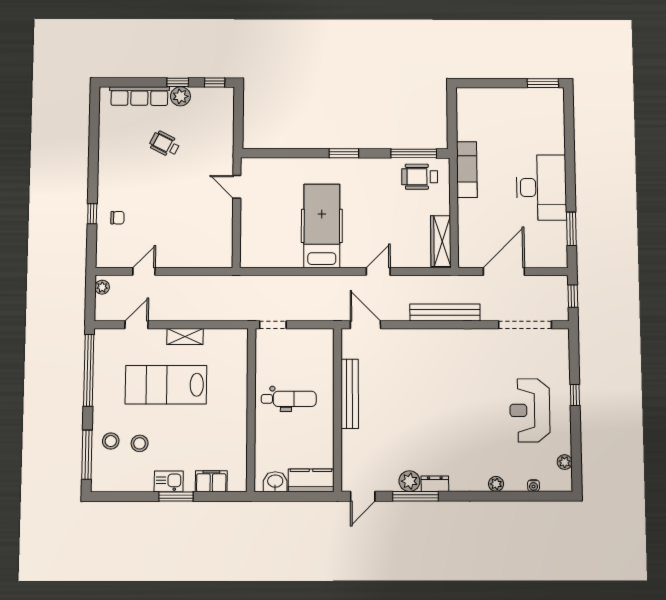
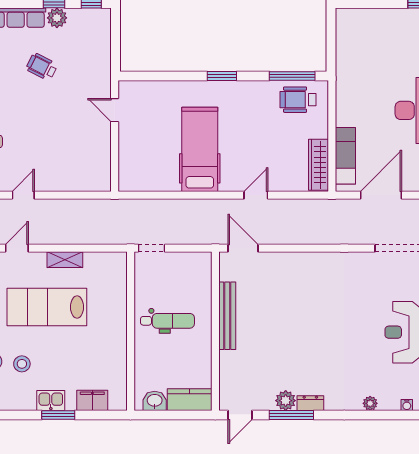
exam couch: (467, 170) -> (345, 156), moved
bench: (445, 313) -> (322, 236), removed

